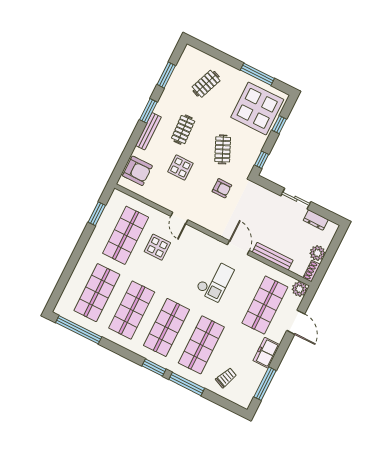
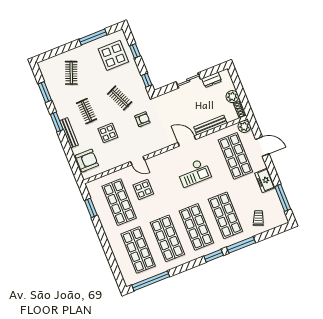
display table: (257, 108) -> (113, 55), width x0.73, depth x0.73
checkout: (215, 280) -> (194, 173), turned 90

